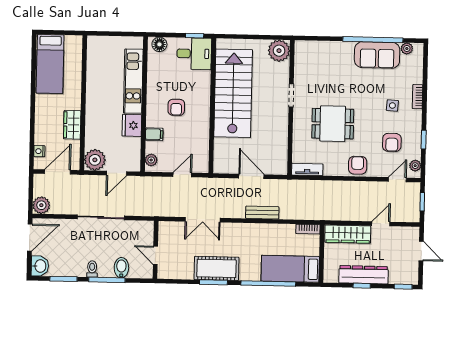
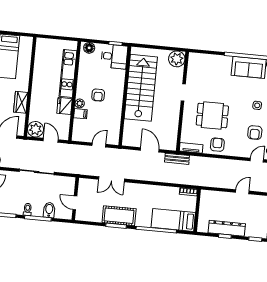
plant: (151, 160) -> (80, 103), moved
armchair: (358, 165) -> (217, 145), moved
door: (117, 173) -> (51, 140), swing flipped
bench: (262, 213) -> (177, 159), moved
wardrobe: (348, 234) -> (217, 198), removed

